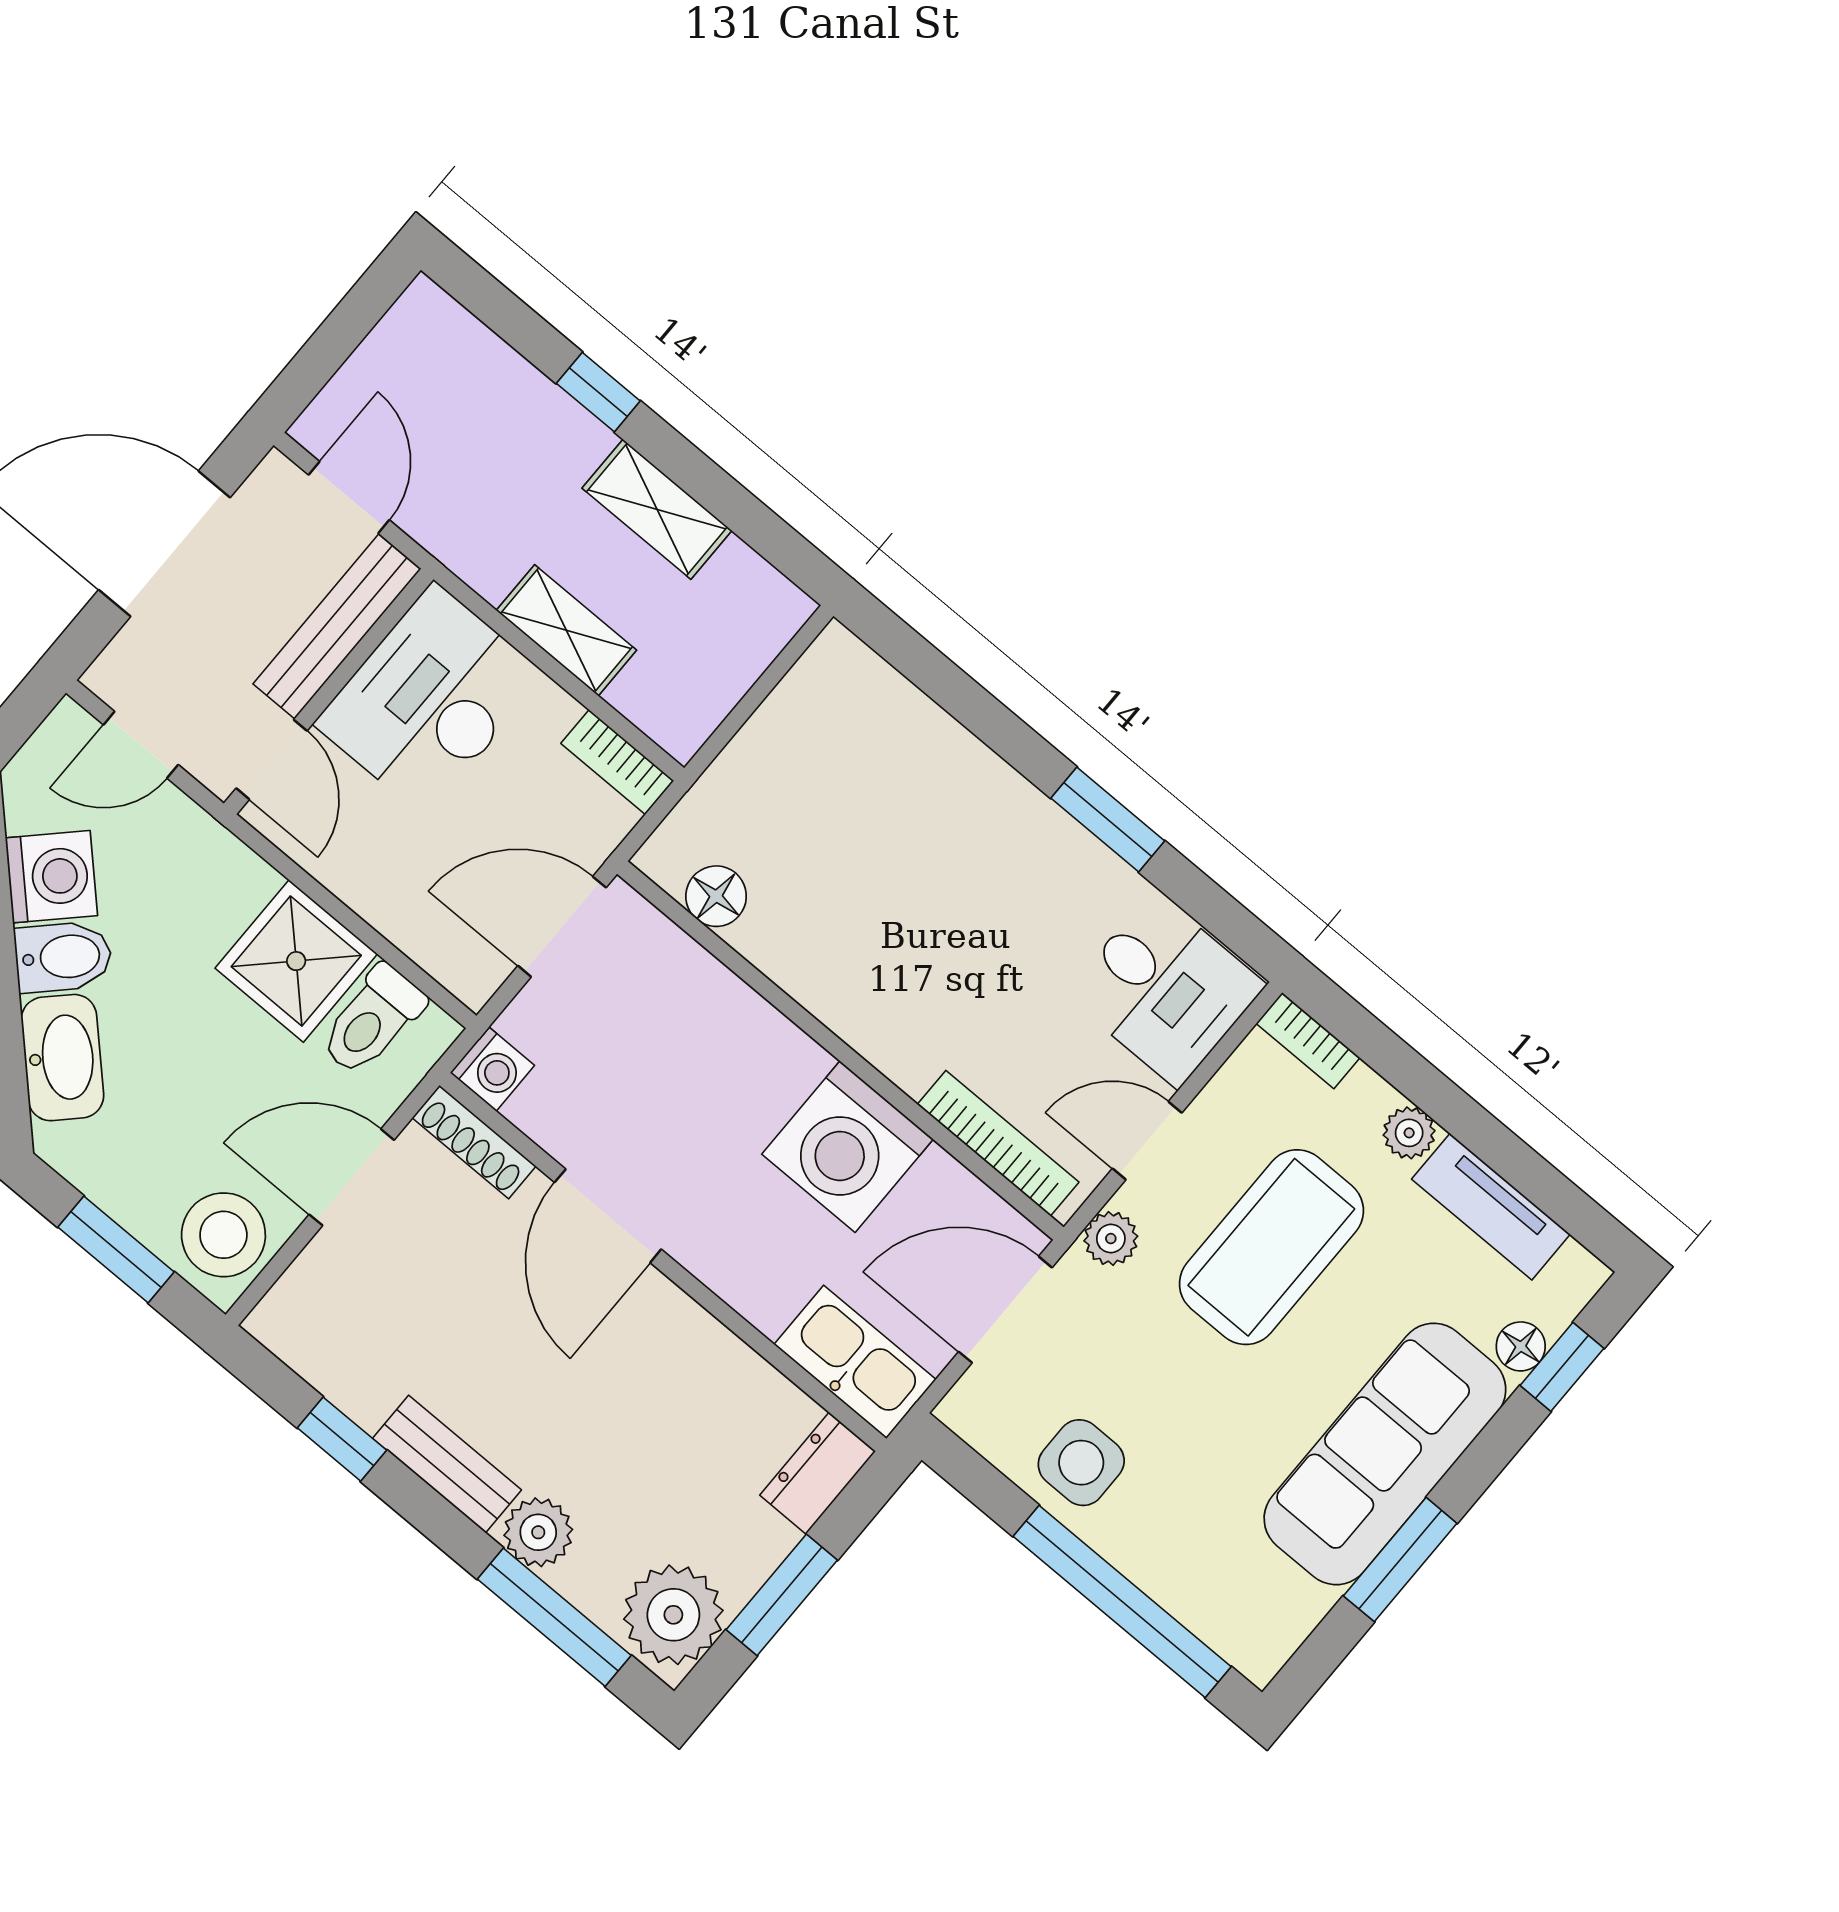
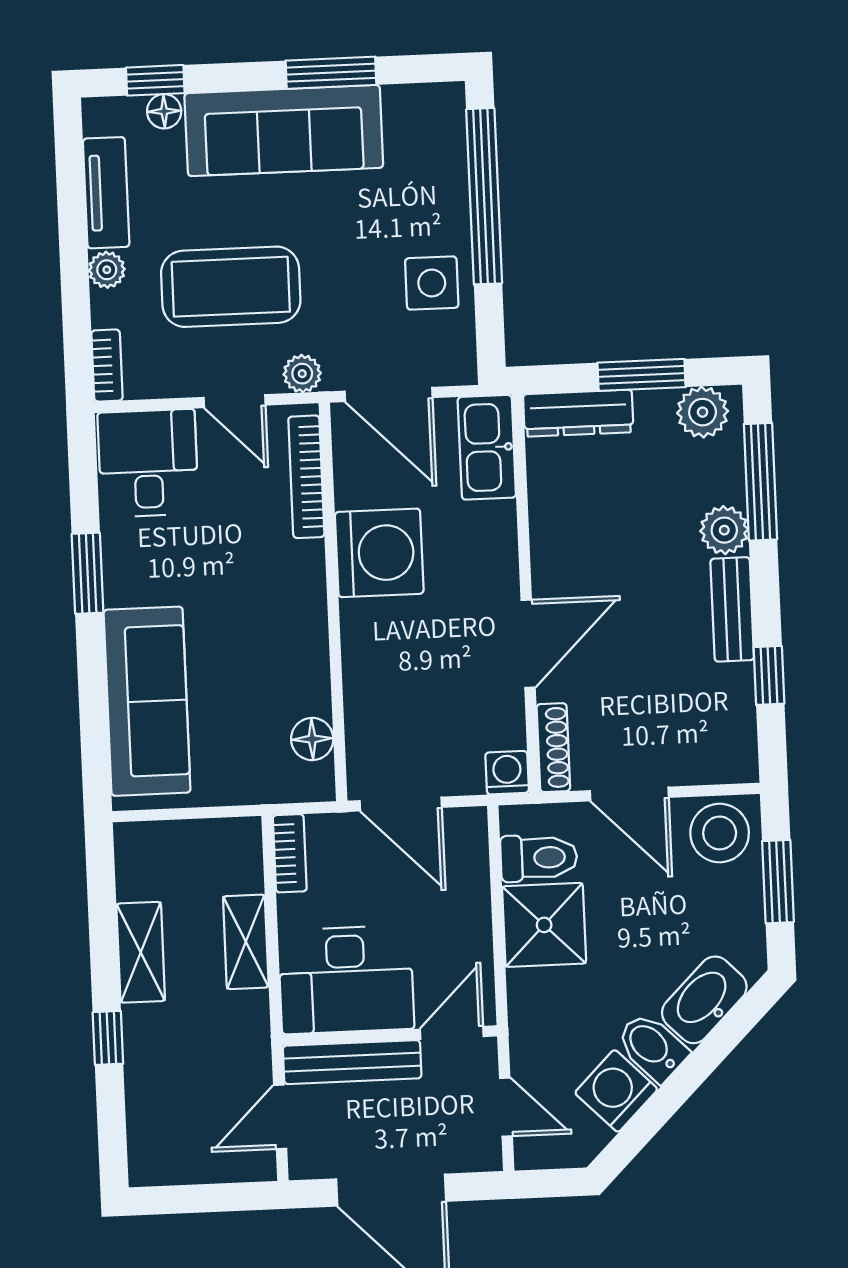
sofa: (915, 758) -> (147, 701), added
dresser: (818, 1473) -> (578, 413), width x1.44
plant: (673, 1615) -> (703, 412), width x0.73, depth x0.73

